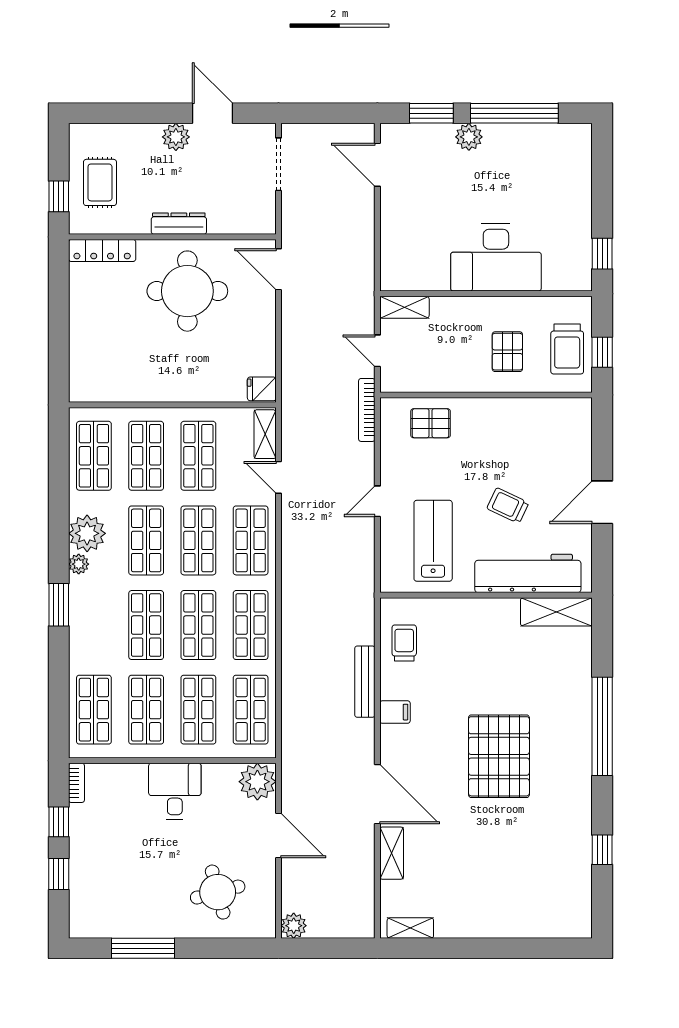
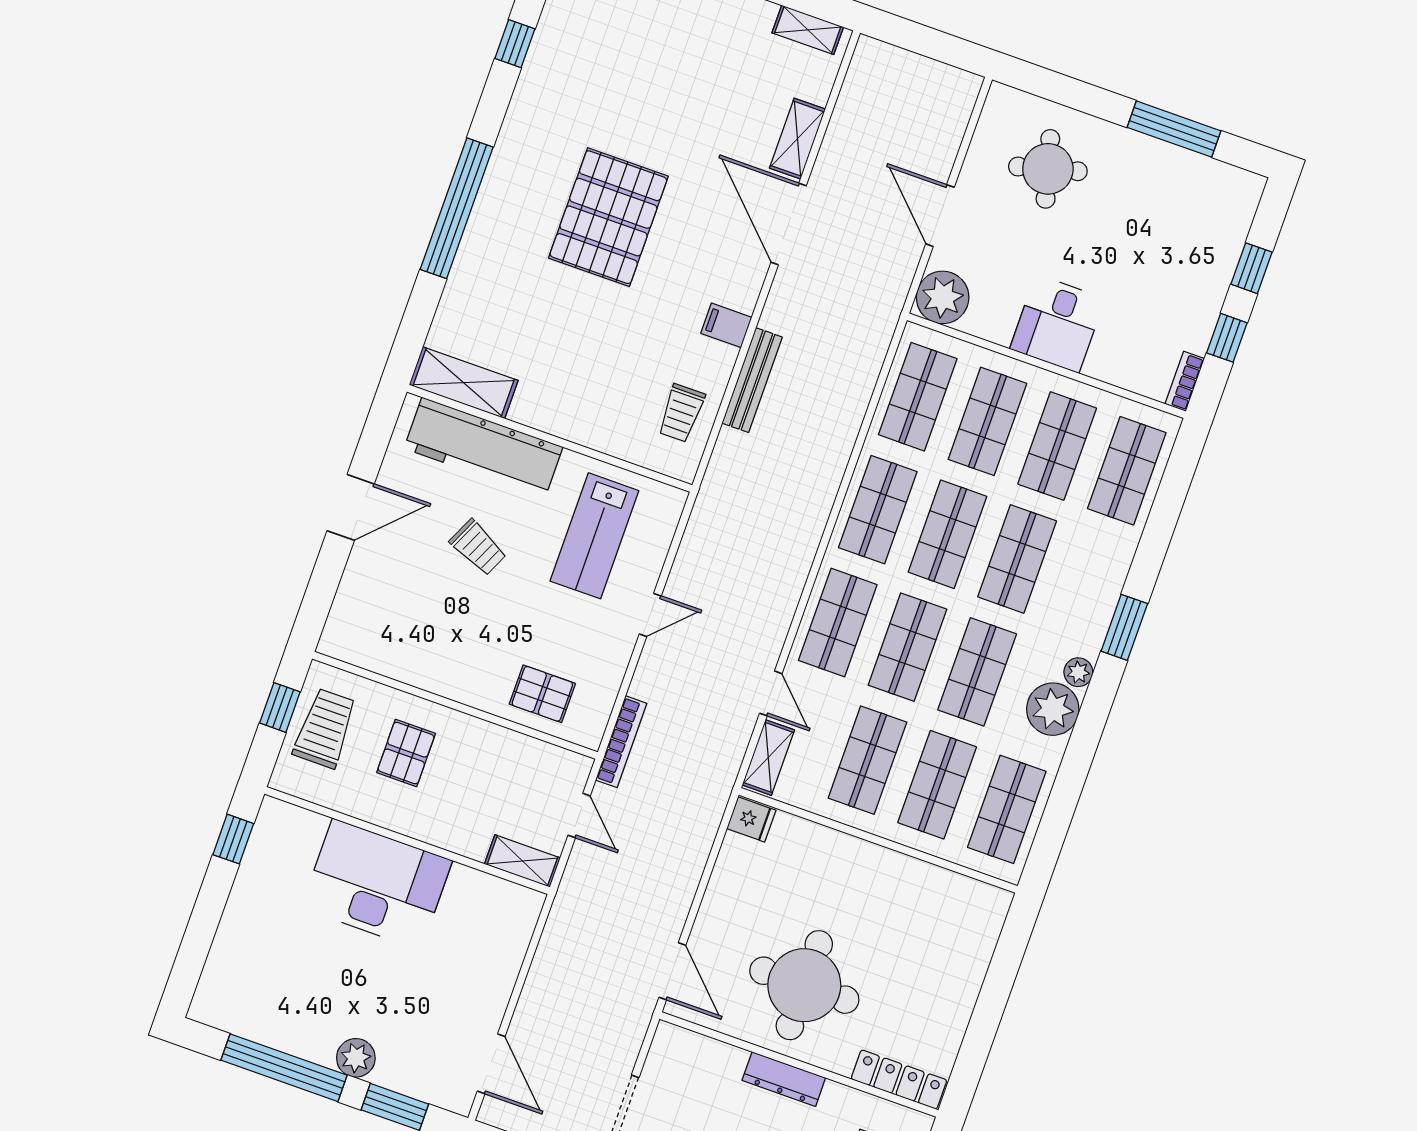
plant: (294, 926) -> (962, 88), removed

